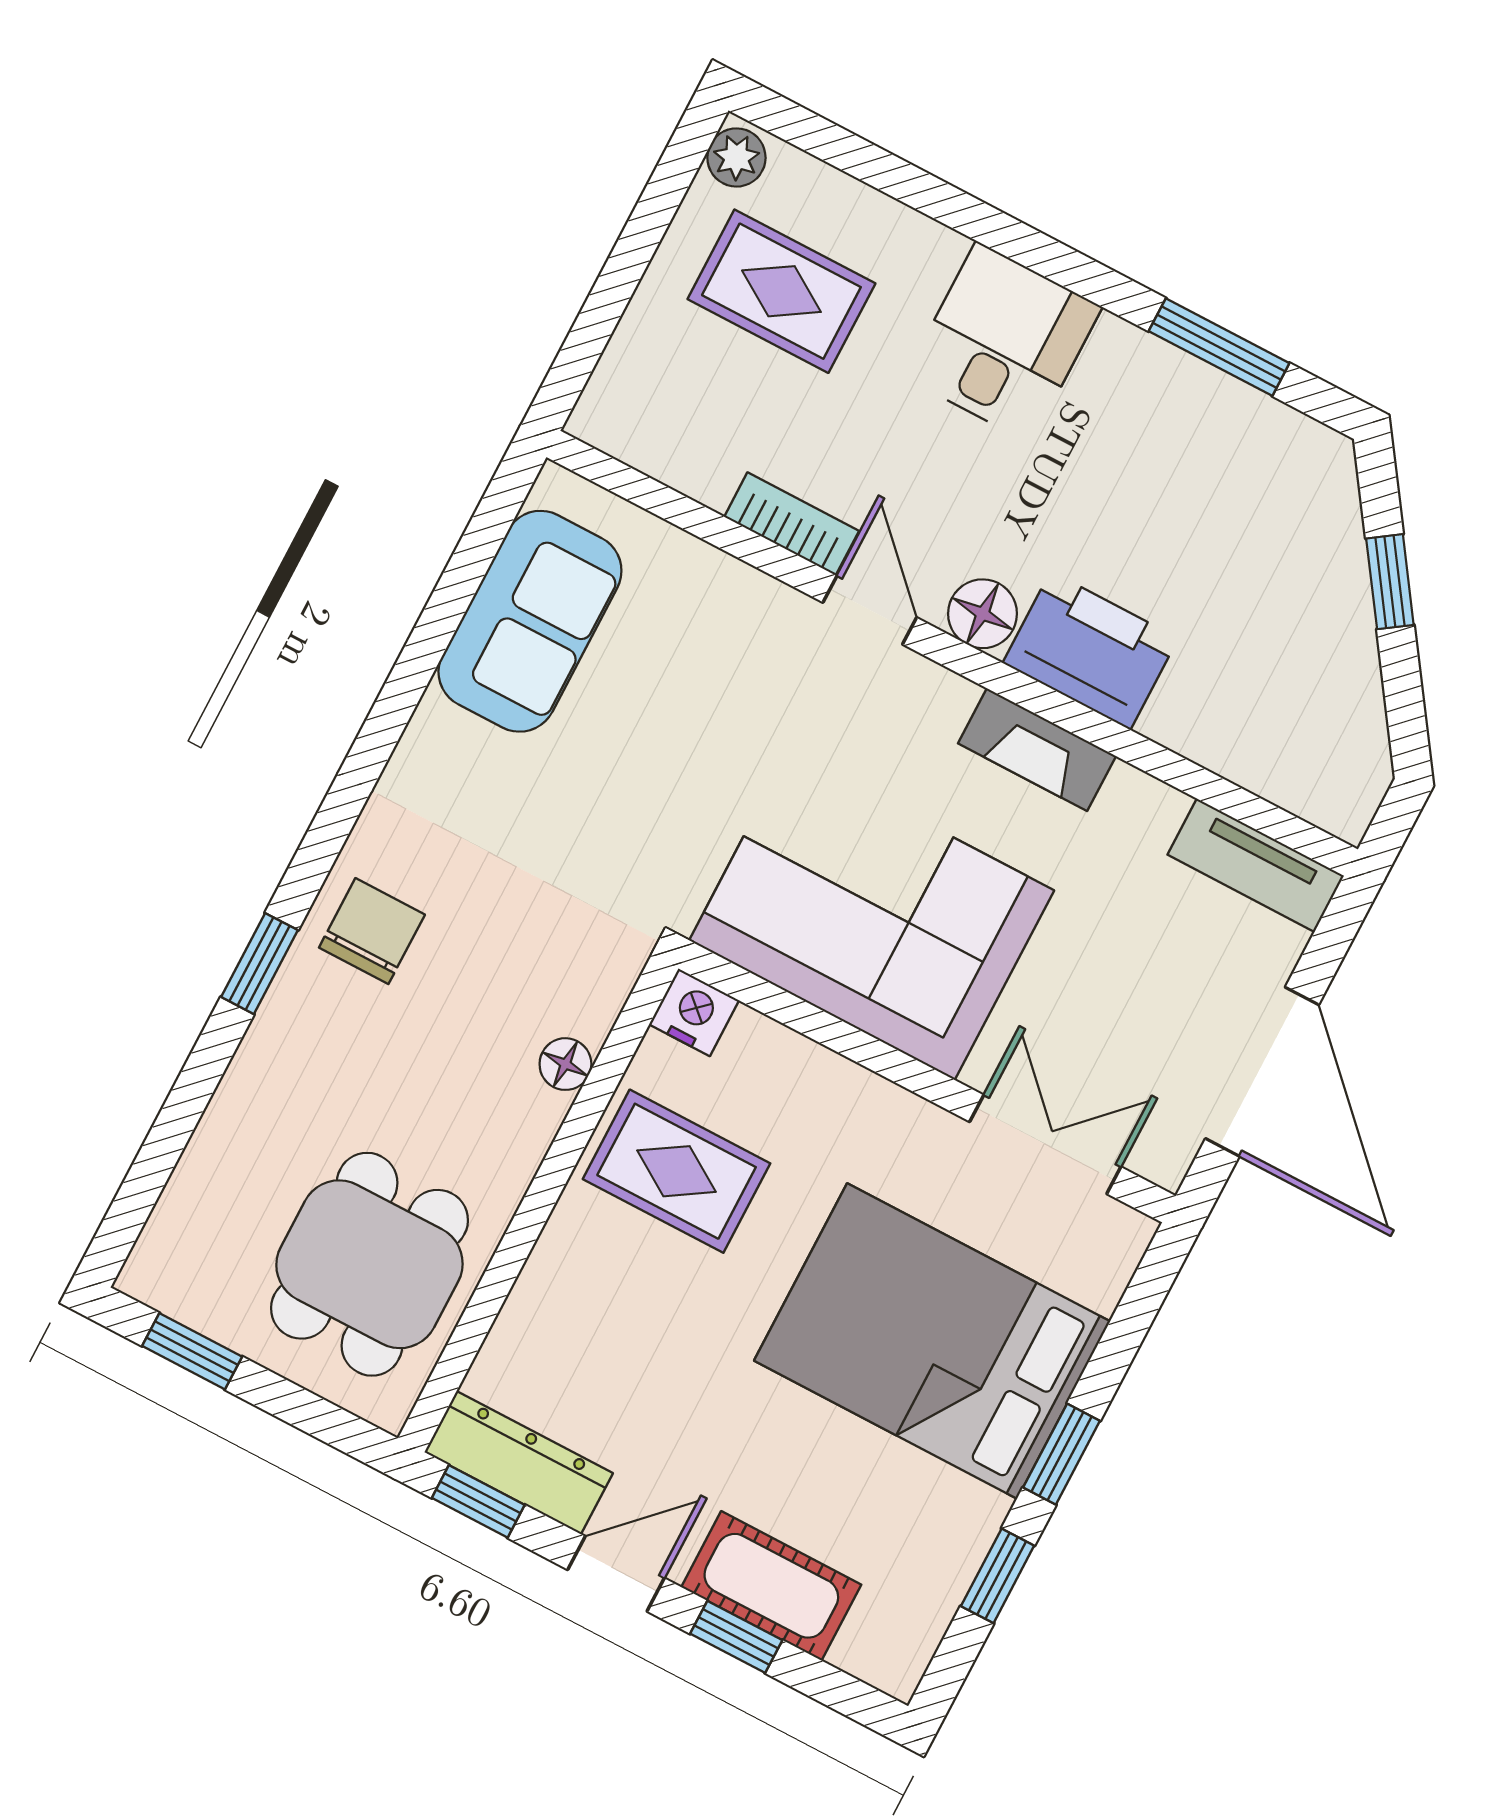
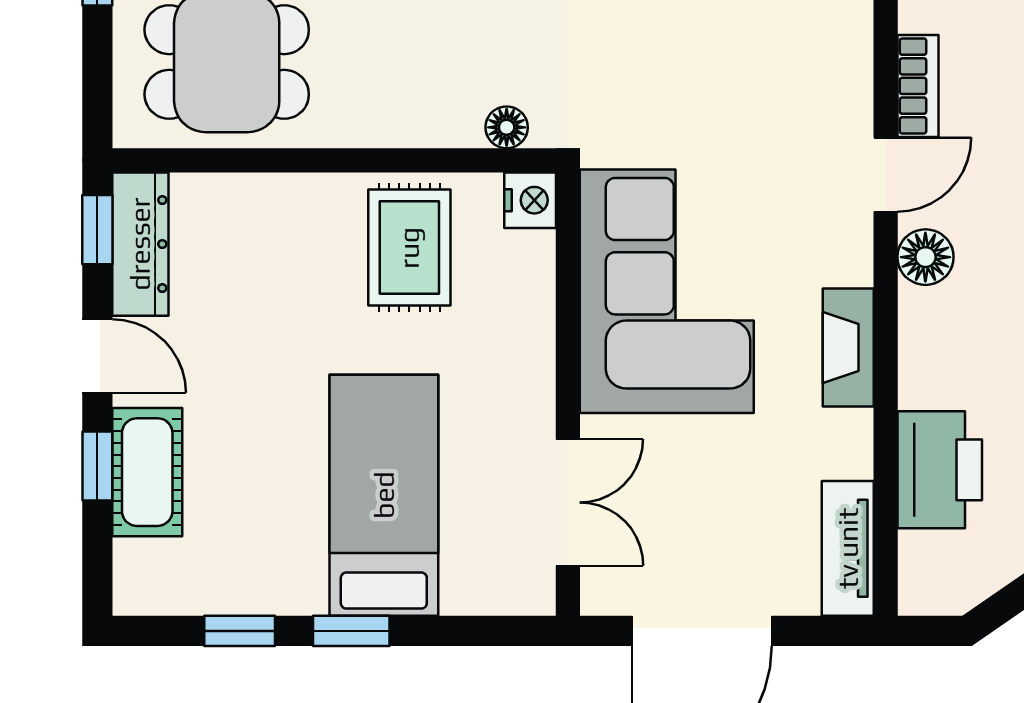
printer: (1090, 651) -> (940, 470), moved
floor lamp: (565, 1064) -> (507, 127), moved
bed: (932, 1341) -> (384, 495), width x0.67

